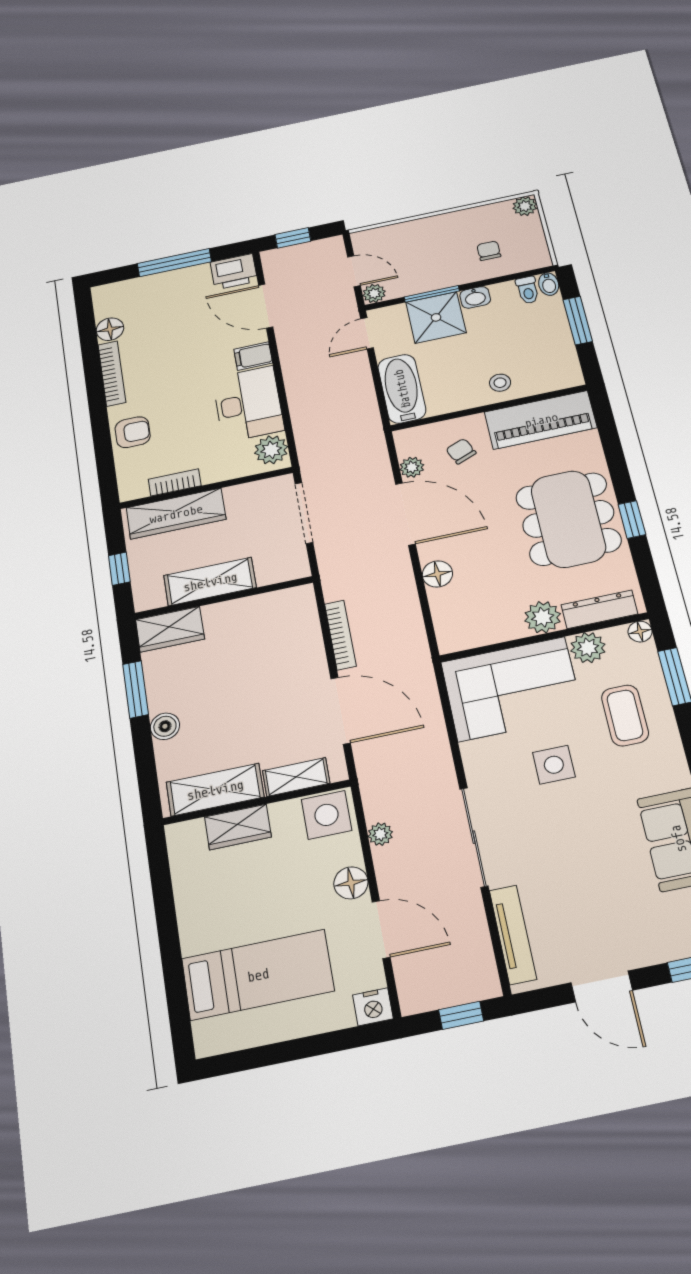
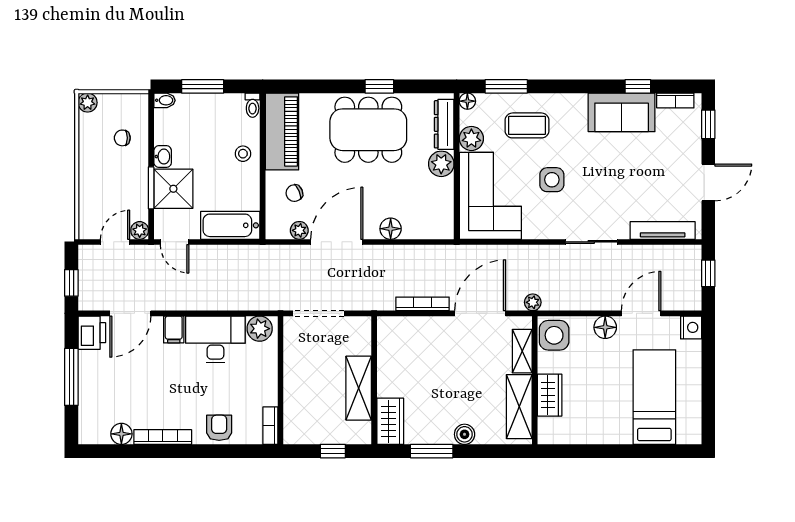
toilet: (528, 290) -> (253, 105), moved, turned 90
bookcase: (175, 482) -> (270, 426), moved
wardrobe: (176, 514) -> (297, 405), removed
plant: (380, 834) -> (533, 302), moved
sliding door: (474, 837) -> (591, 242), width x0.73

